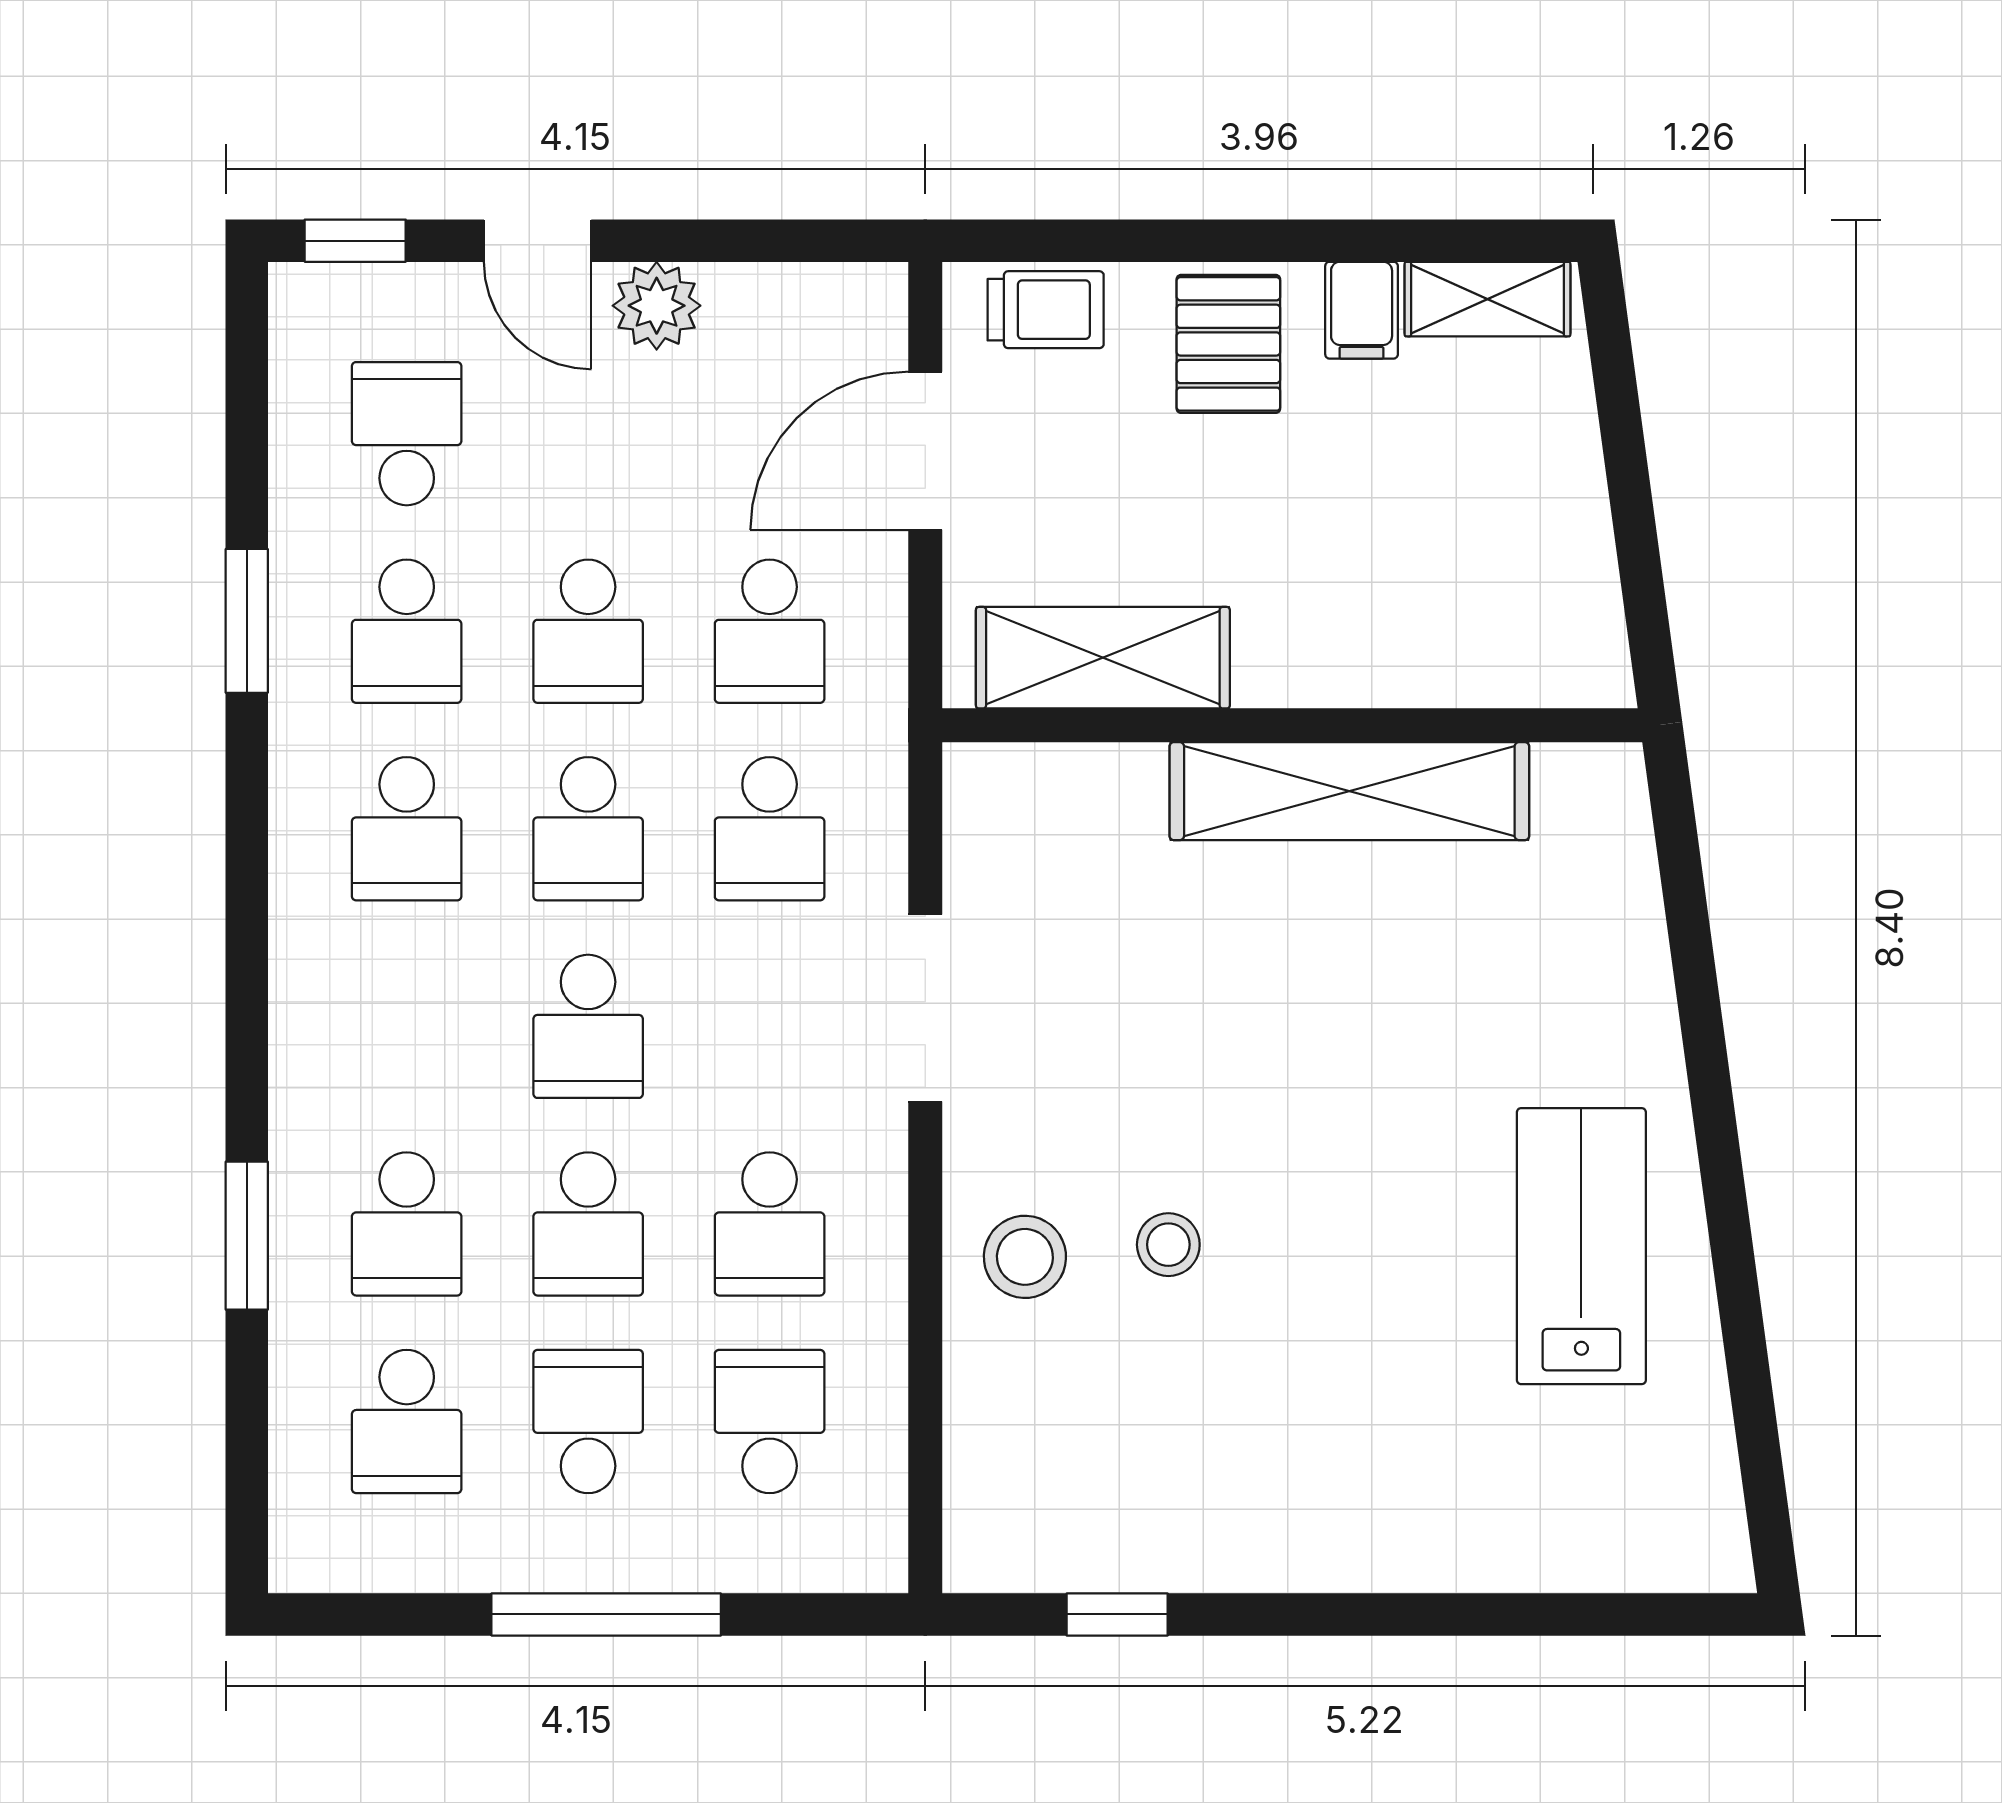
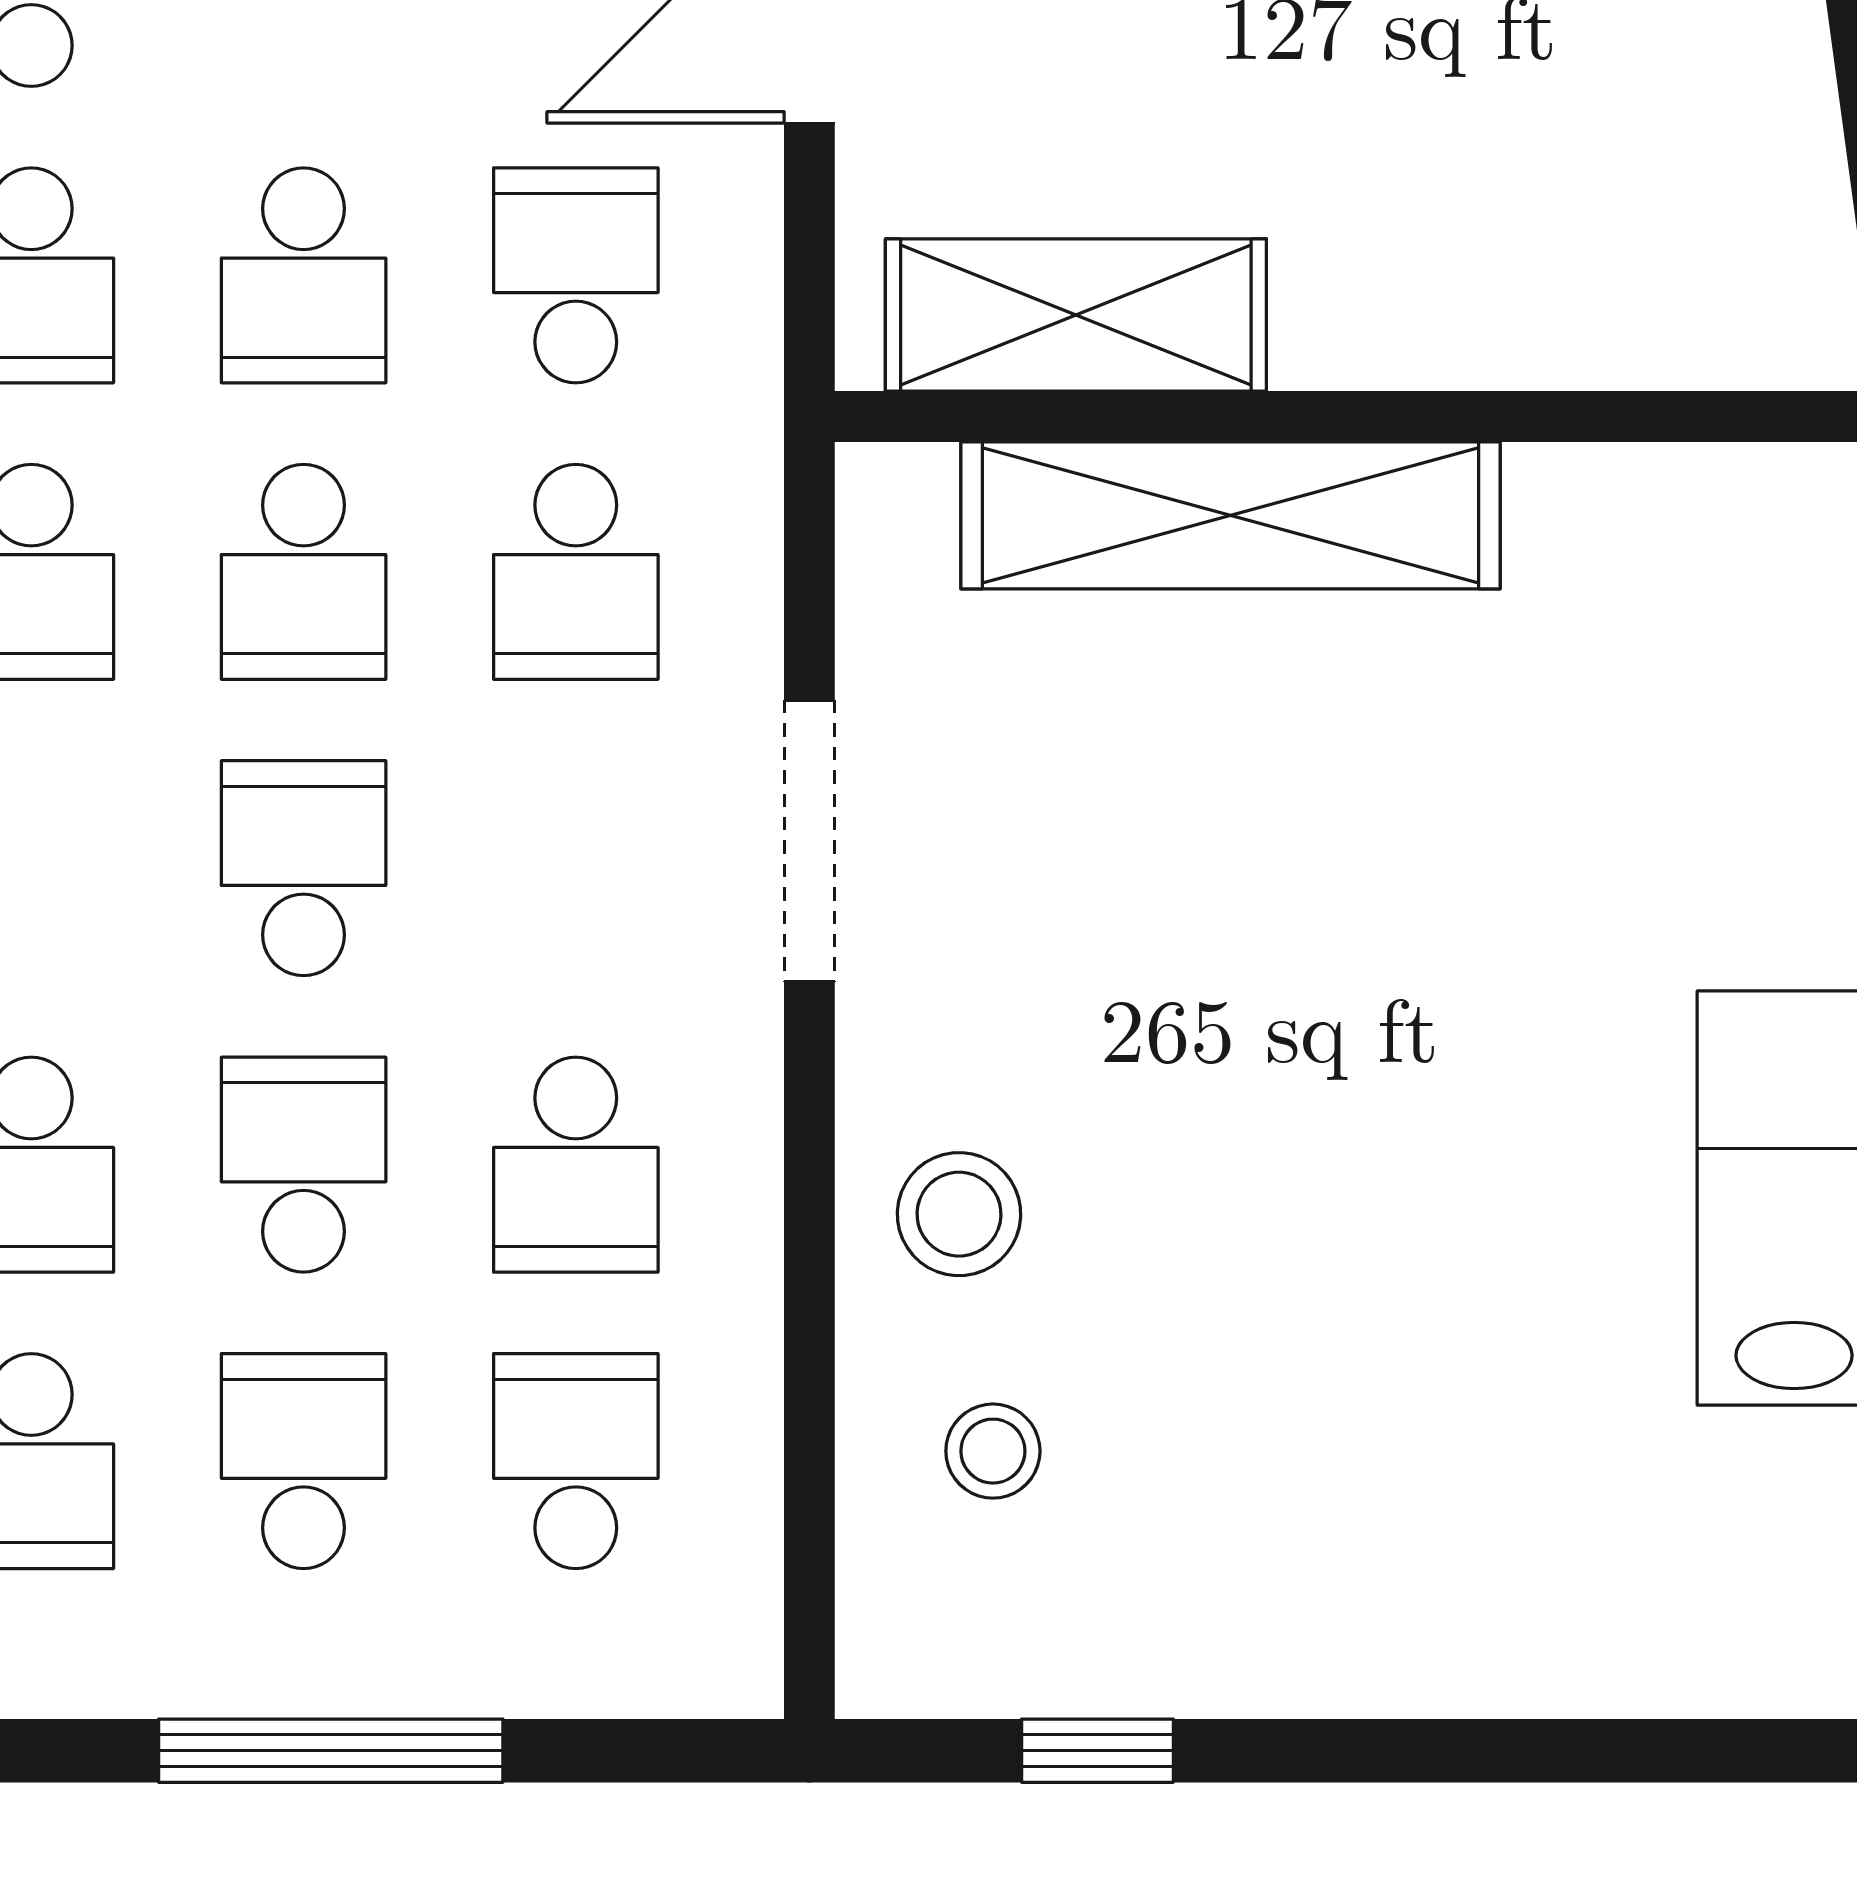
school desk: (770, 631) -> (576, 275), turned 180
shelving: (1349, 791) -> (1231, 515), moved
school desk: (588, 1026) -> (304, 868), turned 180
school desk: (588, 1224) -> (304, 1165), turned 180
stool: (1168, 1245) -> (993, 1451), moved

